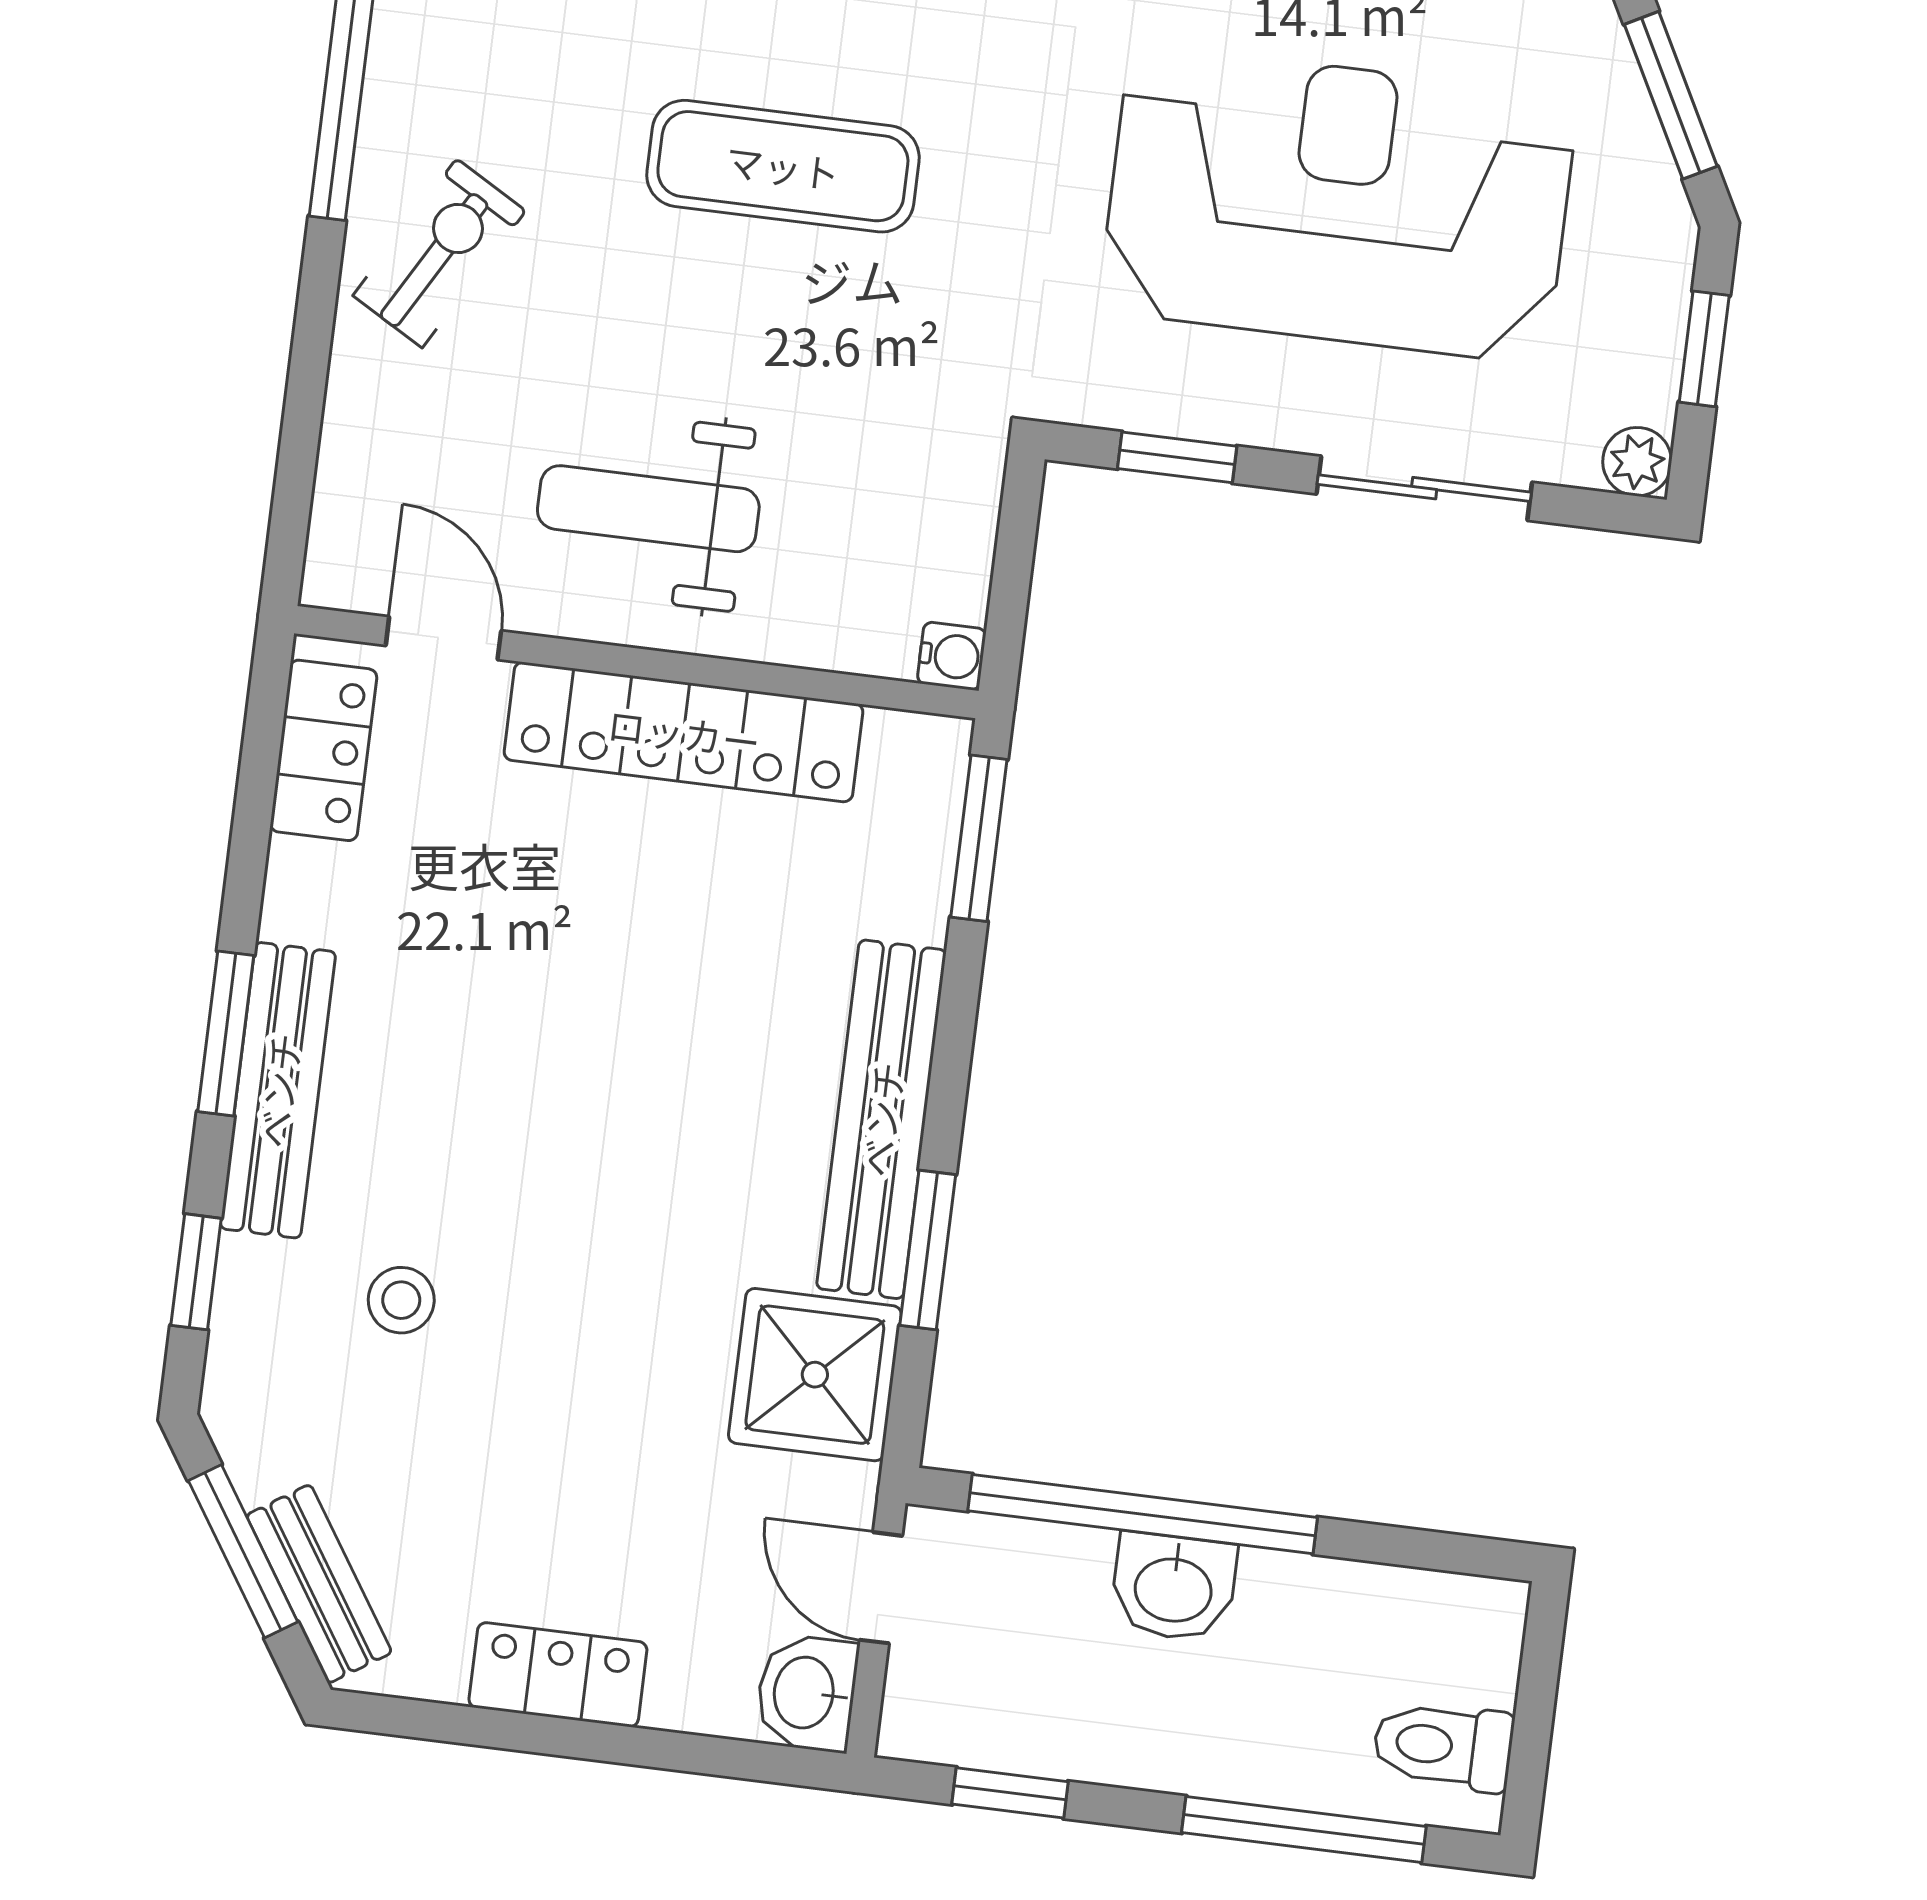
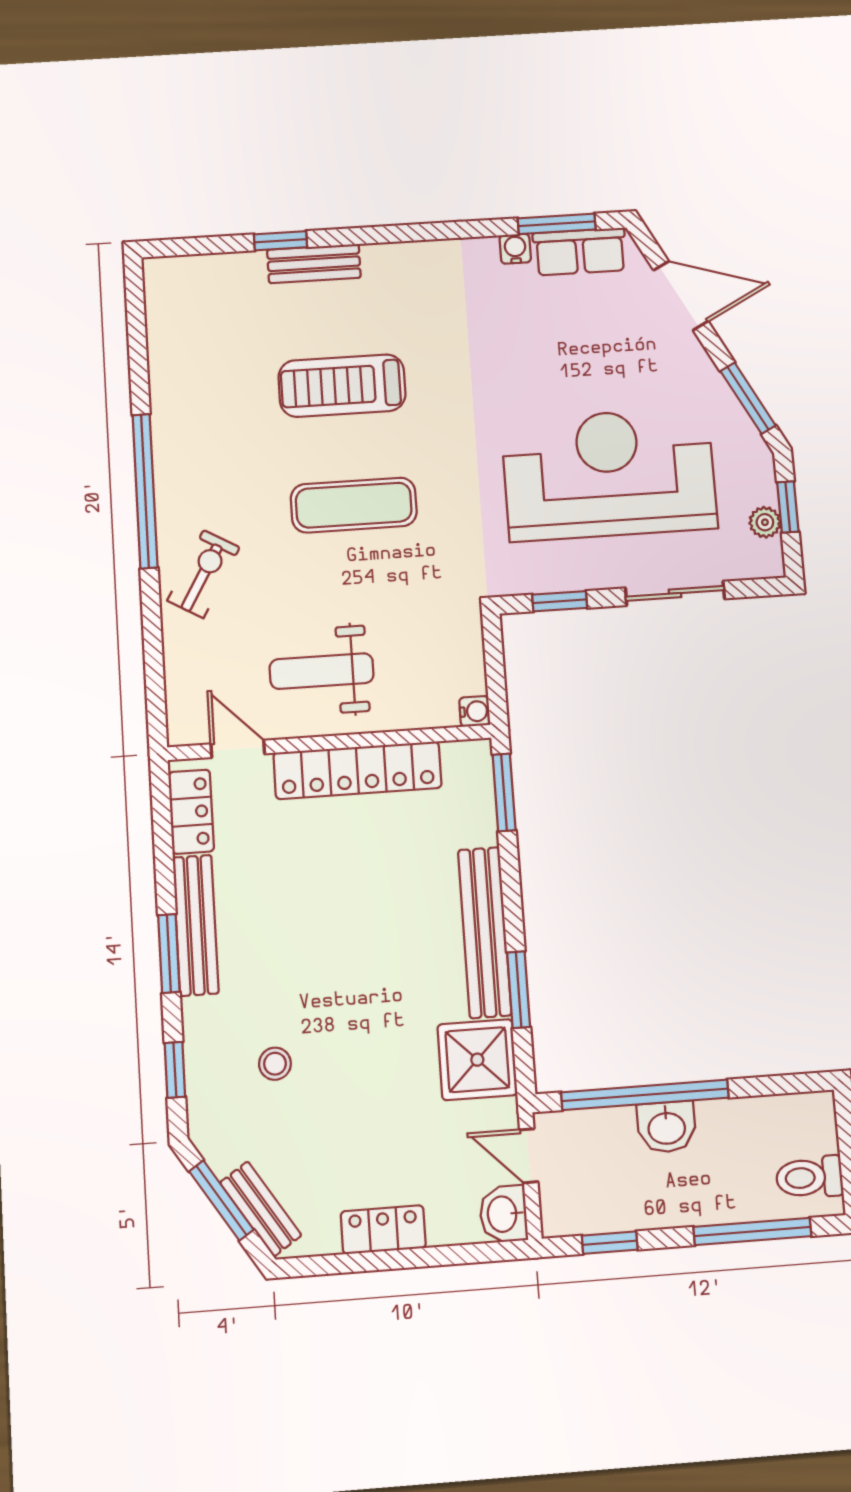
plant: (1637, 462) -> (765, 522), moved
bench: (278, 1090) -> (196, 925), moved

